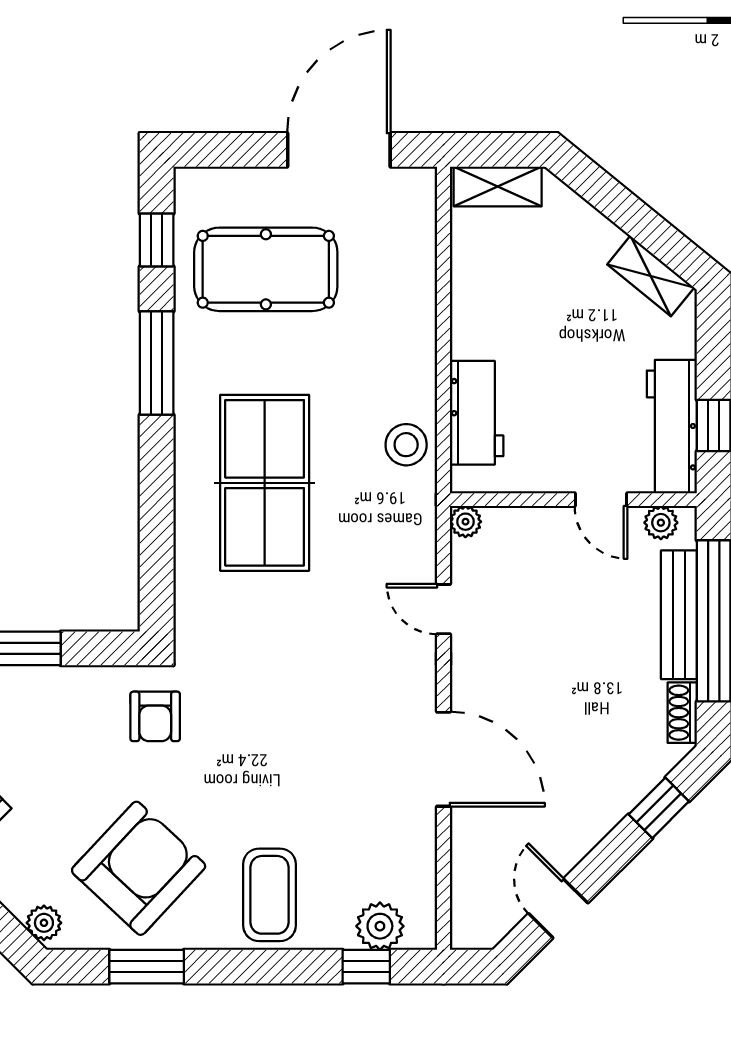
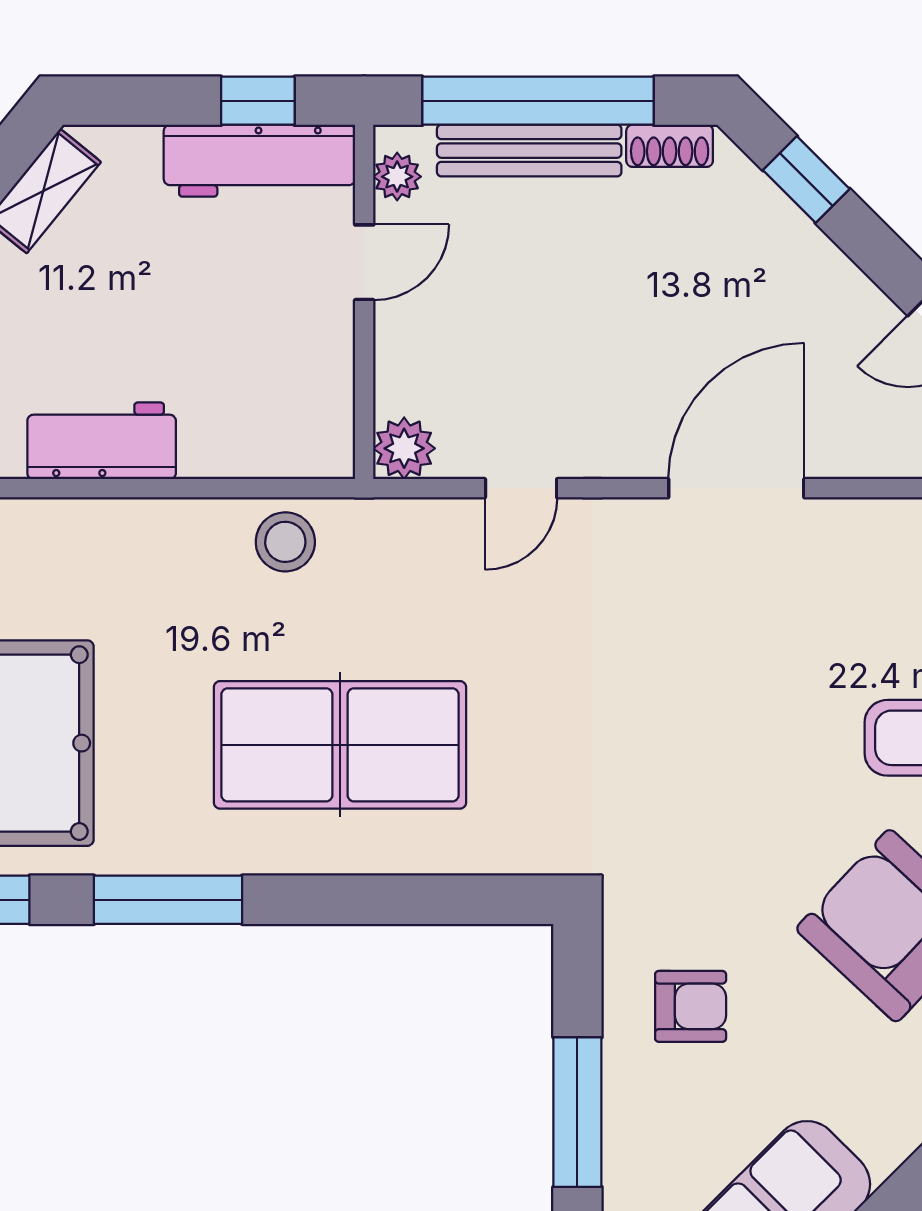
workbench: (477, 413) -> (102, 441), moved
plant: (465, 522) -> (404, 448), width x1.38, depth x1.38
armchair: (155, 716) -> (691, 1006), moved

